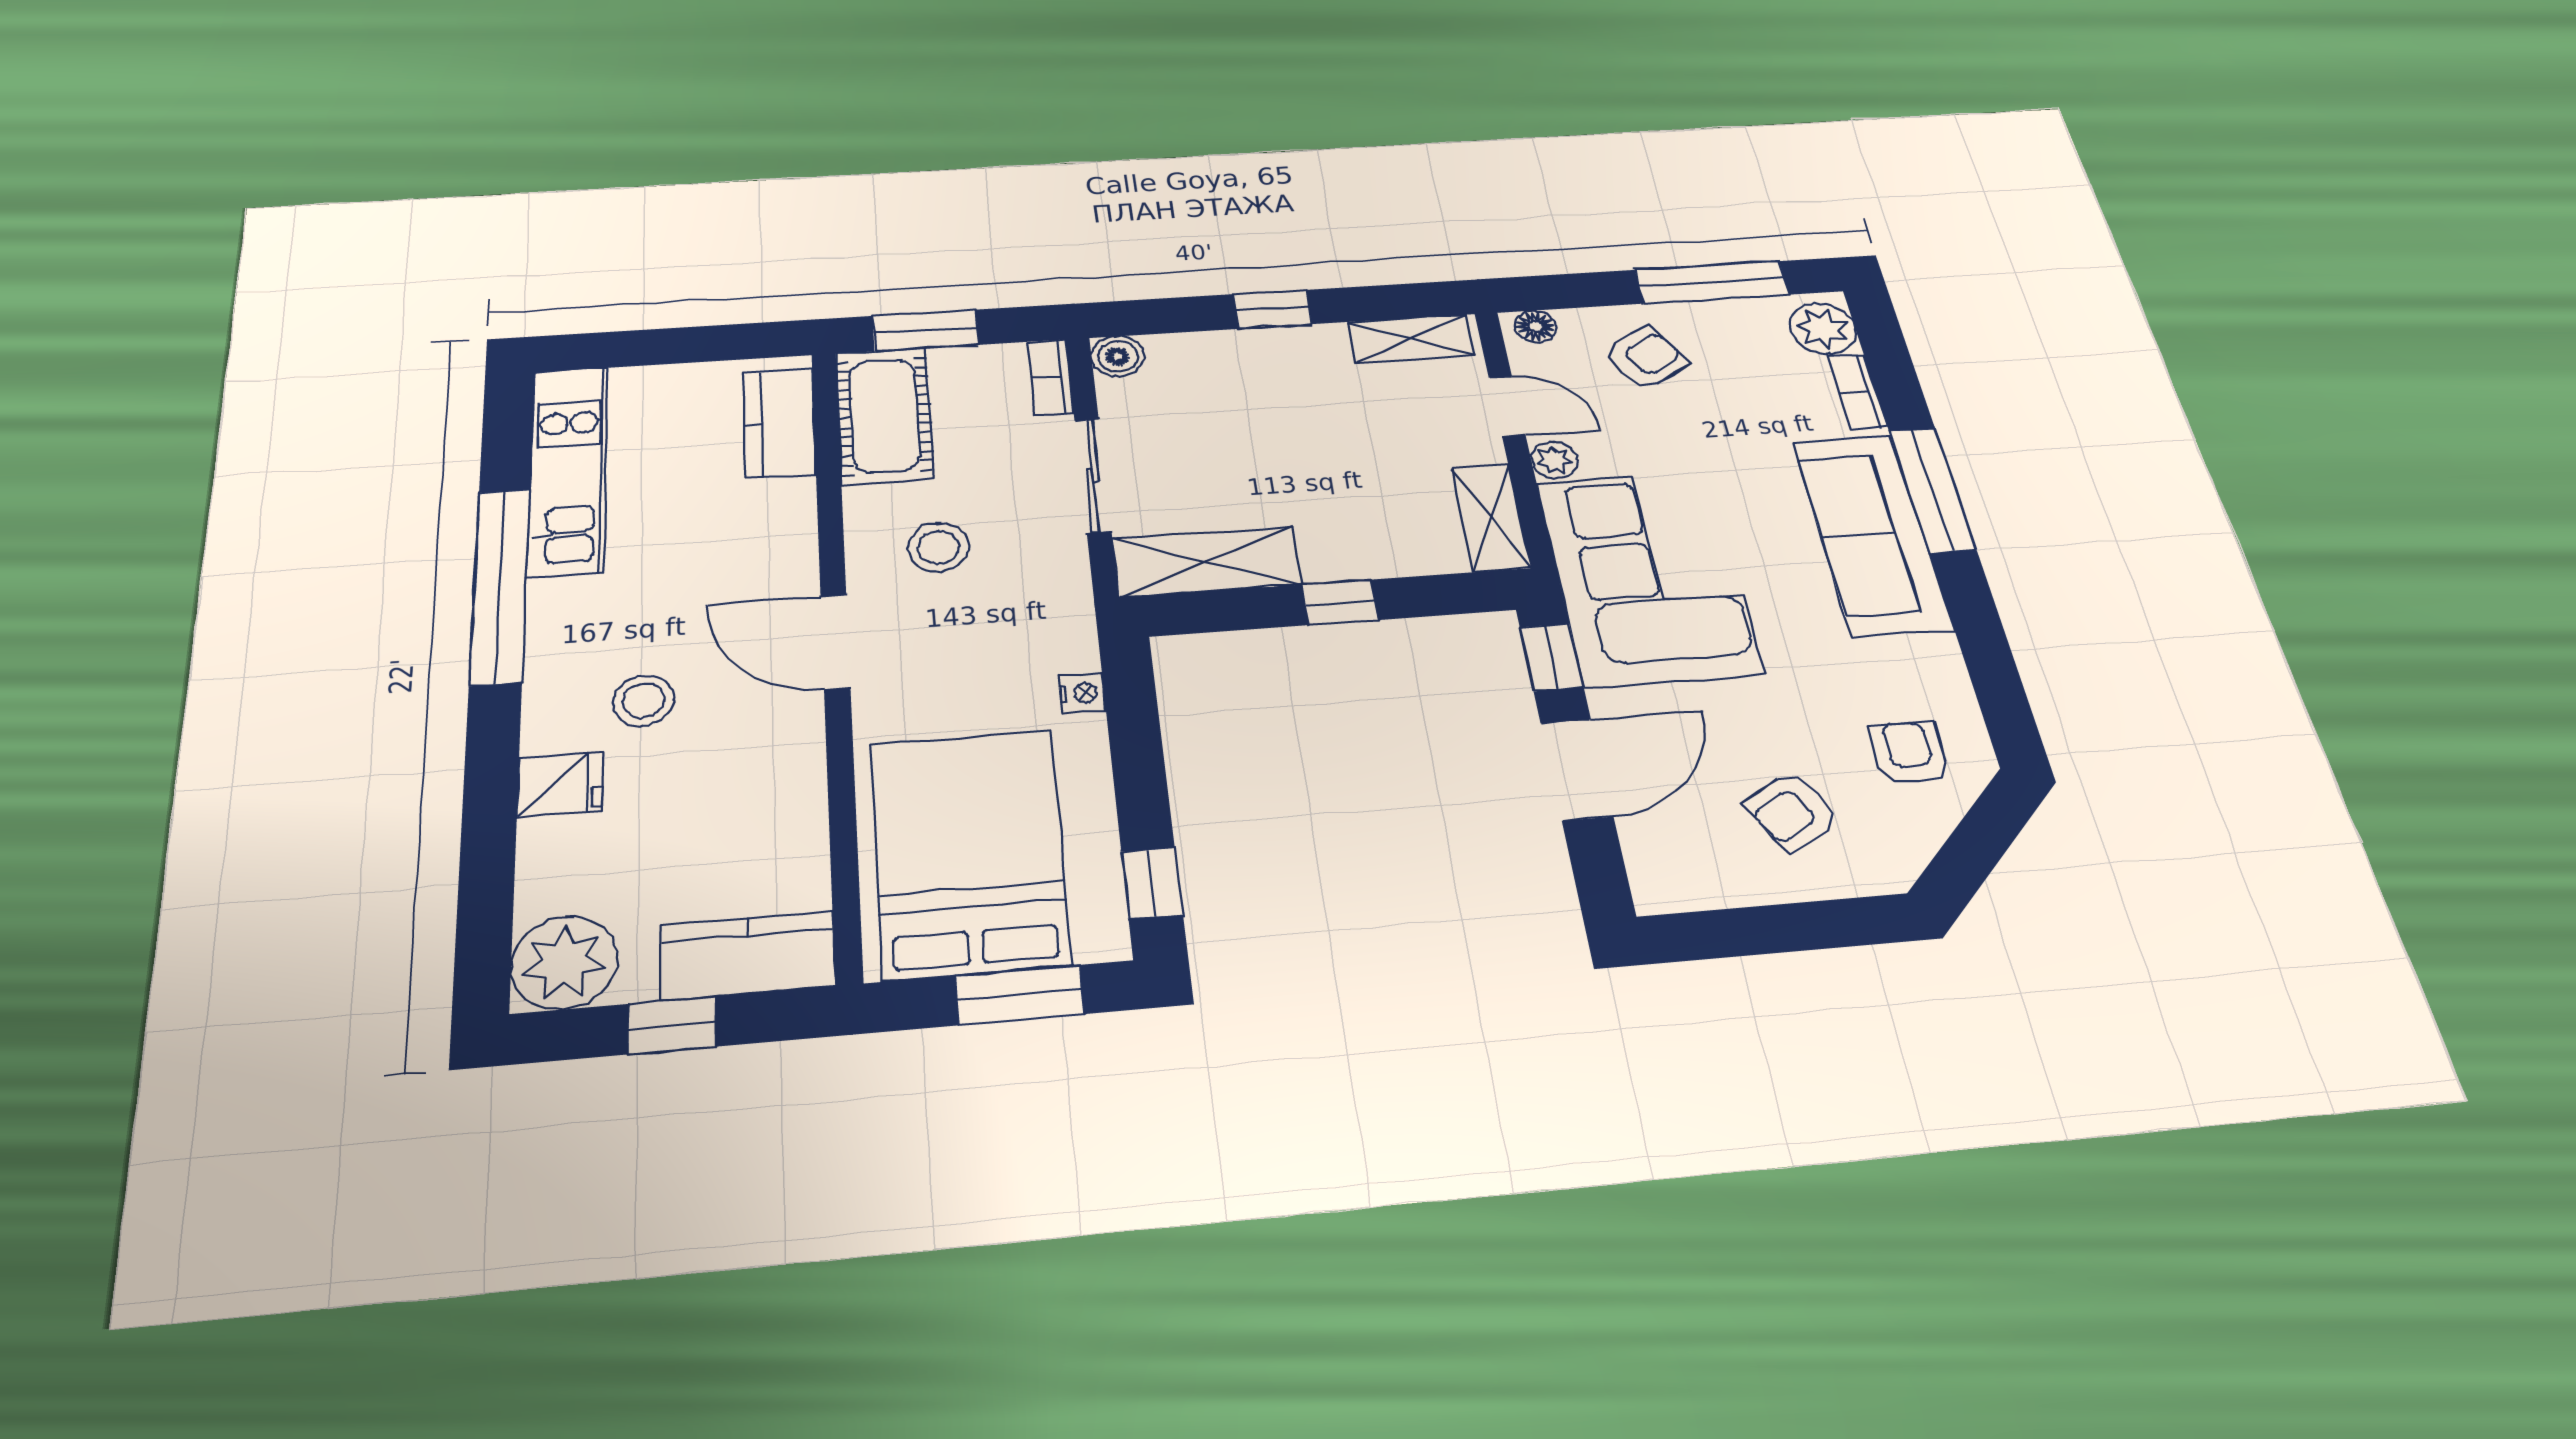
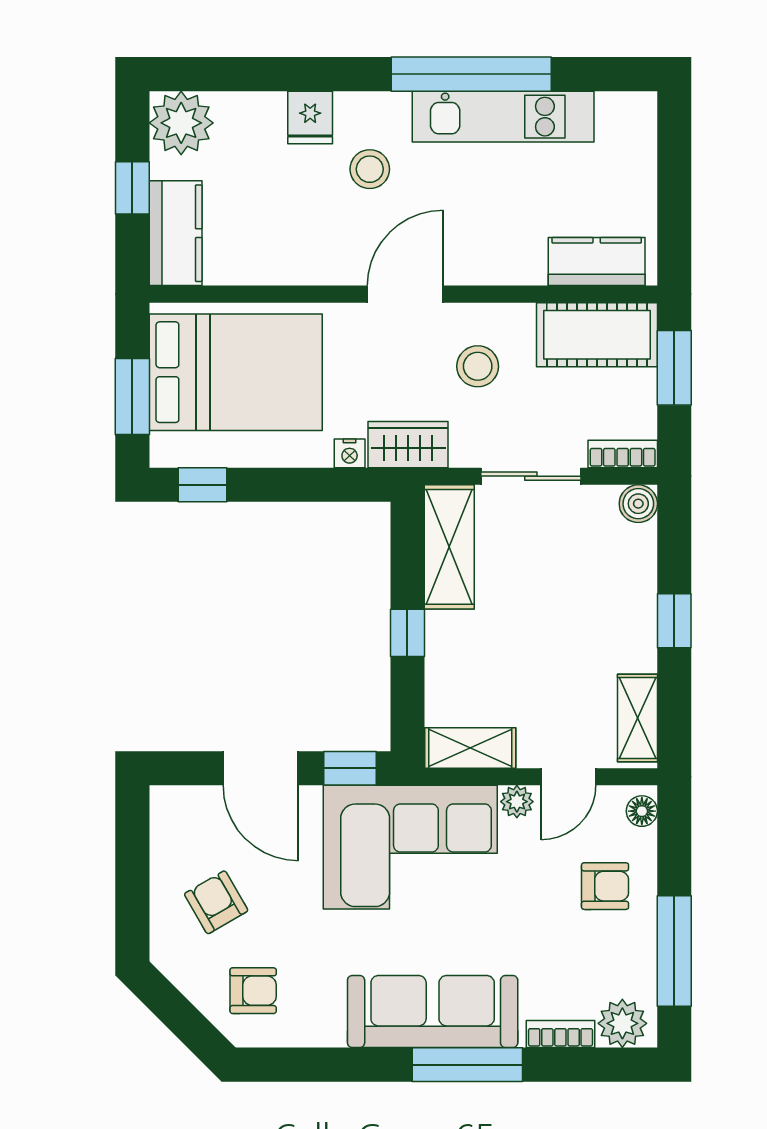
armchair: (1646, 358) -> (605, 886), turned -59
kitchen unit: (568, 470) -> (503, 117), moved
wardrobe: (1062, 622) -> (408, 445), added

